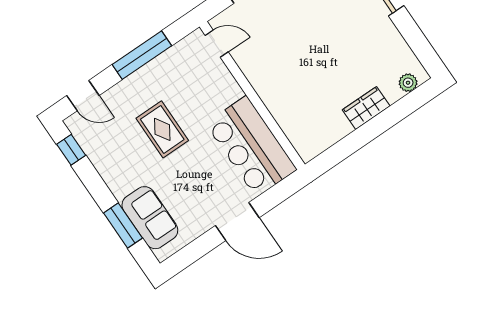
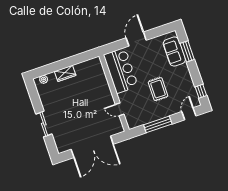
door: (217, 44) -> (120, 109), moved
door: (83, 96) -> (189, 114), hinge flipped
door: (237, 222) -> (136, 39), hinge flipped

